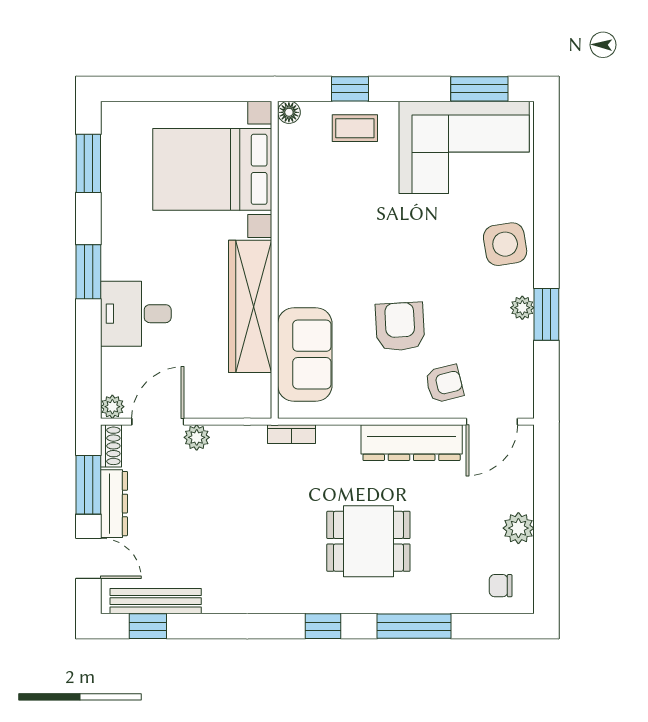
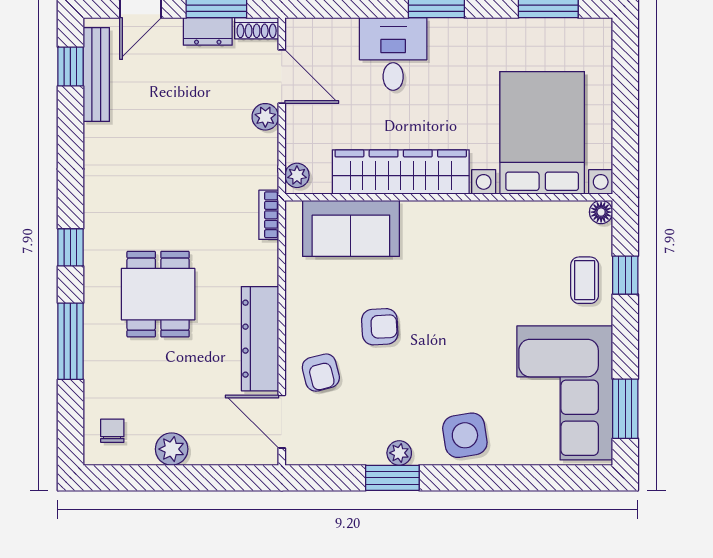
armchair: (400, 327) -> (380, 327), width x0.72, depth x0.72
plant: (112, 407) -> (297, 175), moved
dresser: (114, 504) -> (208, 31), width x0.70

